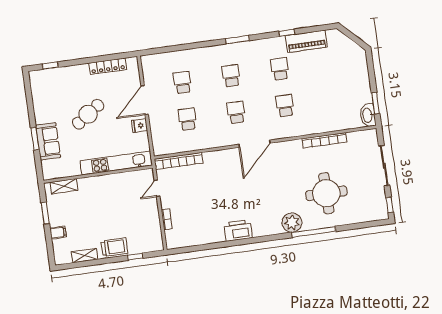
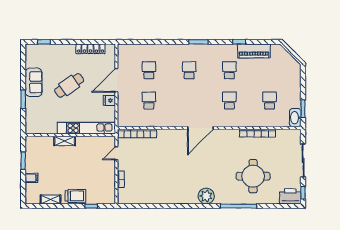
school desk: (236, 112) -> (270, 101), moved
sofa: (48, 141) -> (34, 82), moved
shelving: (64, 186) -> (65, 141), moved
plant: (292, 223) -> (206, 196), moved
printer: (238, 230) -> (290, 196), moved

